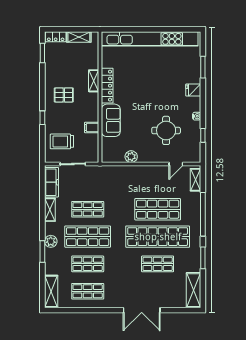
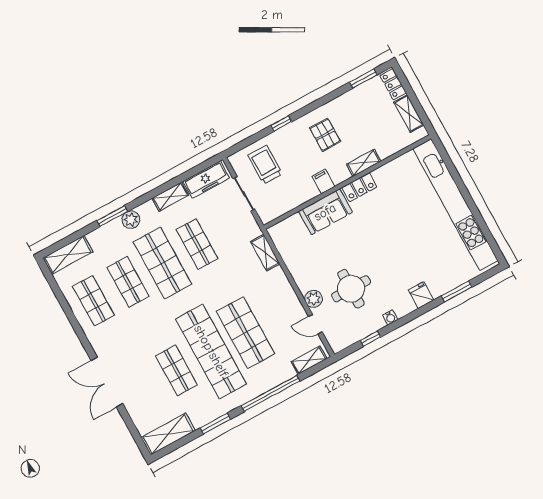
locker: (107, 86) -> (359, 187), width x0.66
filing cabinet: (92, 128) -> (323, 181), moved
plant: (131, 157) -> (314, 299), moved
shelving: (116, 171) -> (265, 253), added

